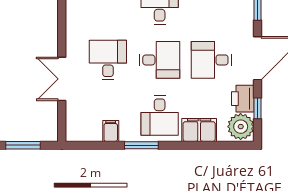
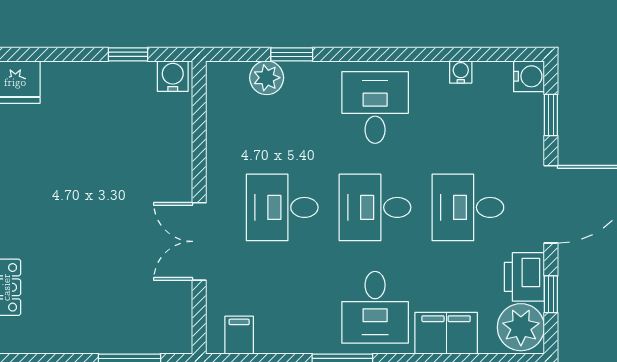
desk: (108, 60) -> (282, 207), turned -90
desk: (160, 60) -> (375, 207), turned 180
filing cabinet: (111, 131) -> (239, 335), moved

